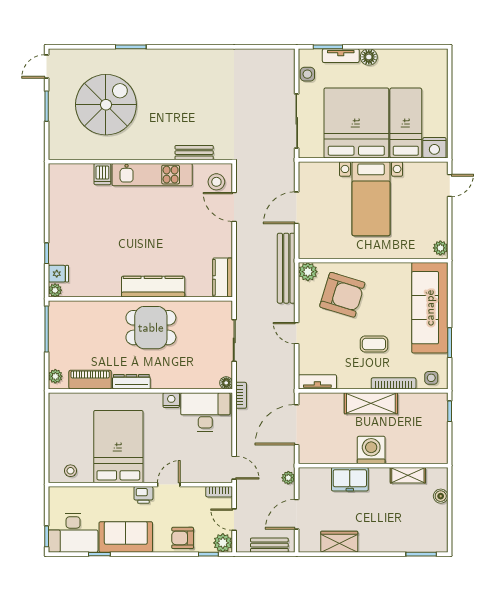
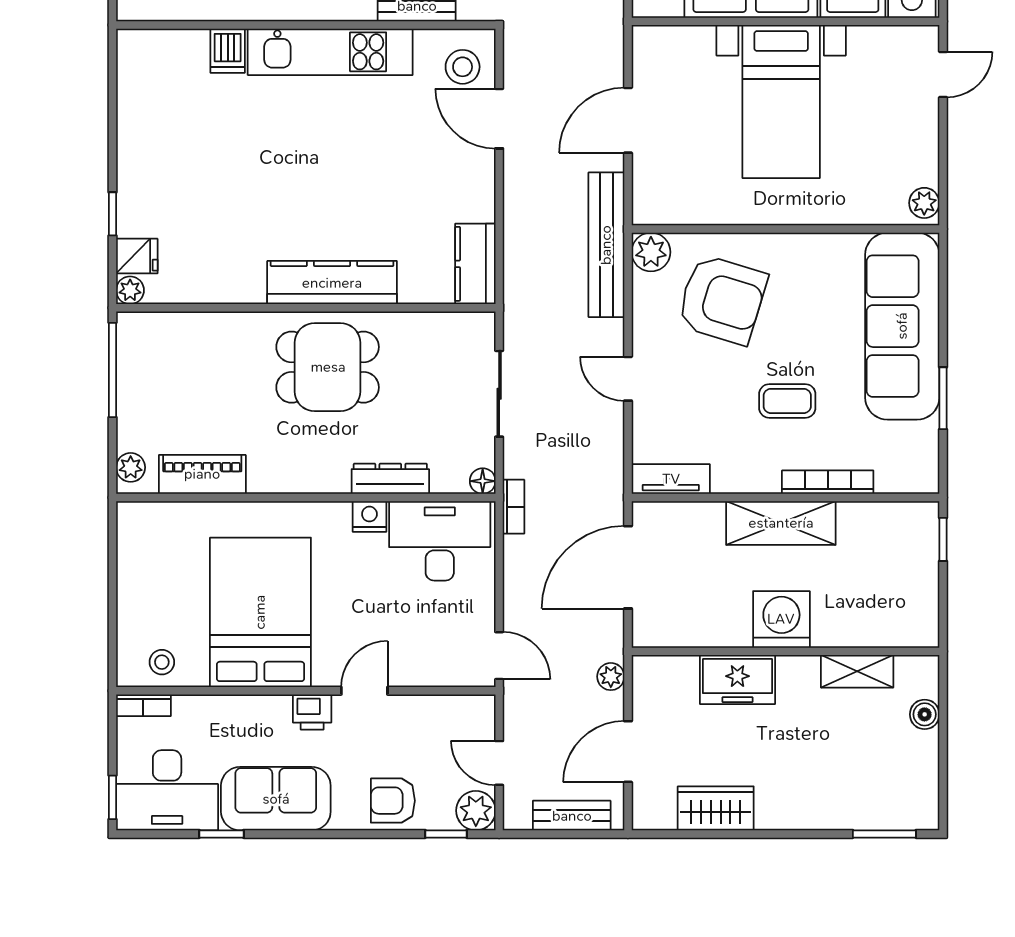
side table: (431, 378) -> (905, 471), removed
dresser: (131, 382) -> (390, 479), moved
bookcase: (219, 492) -> (143, 705), moved

